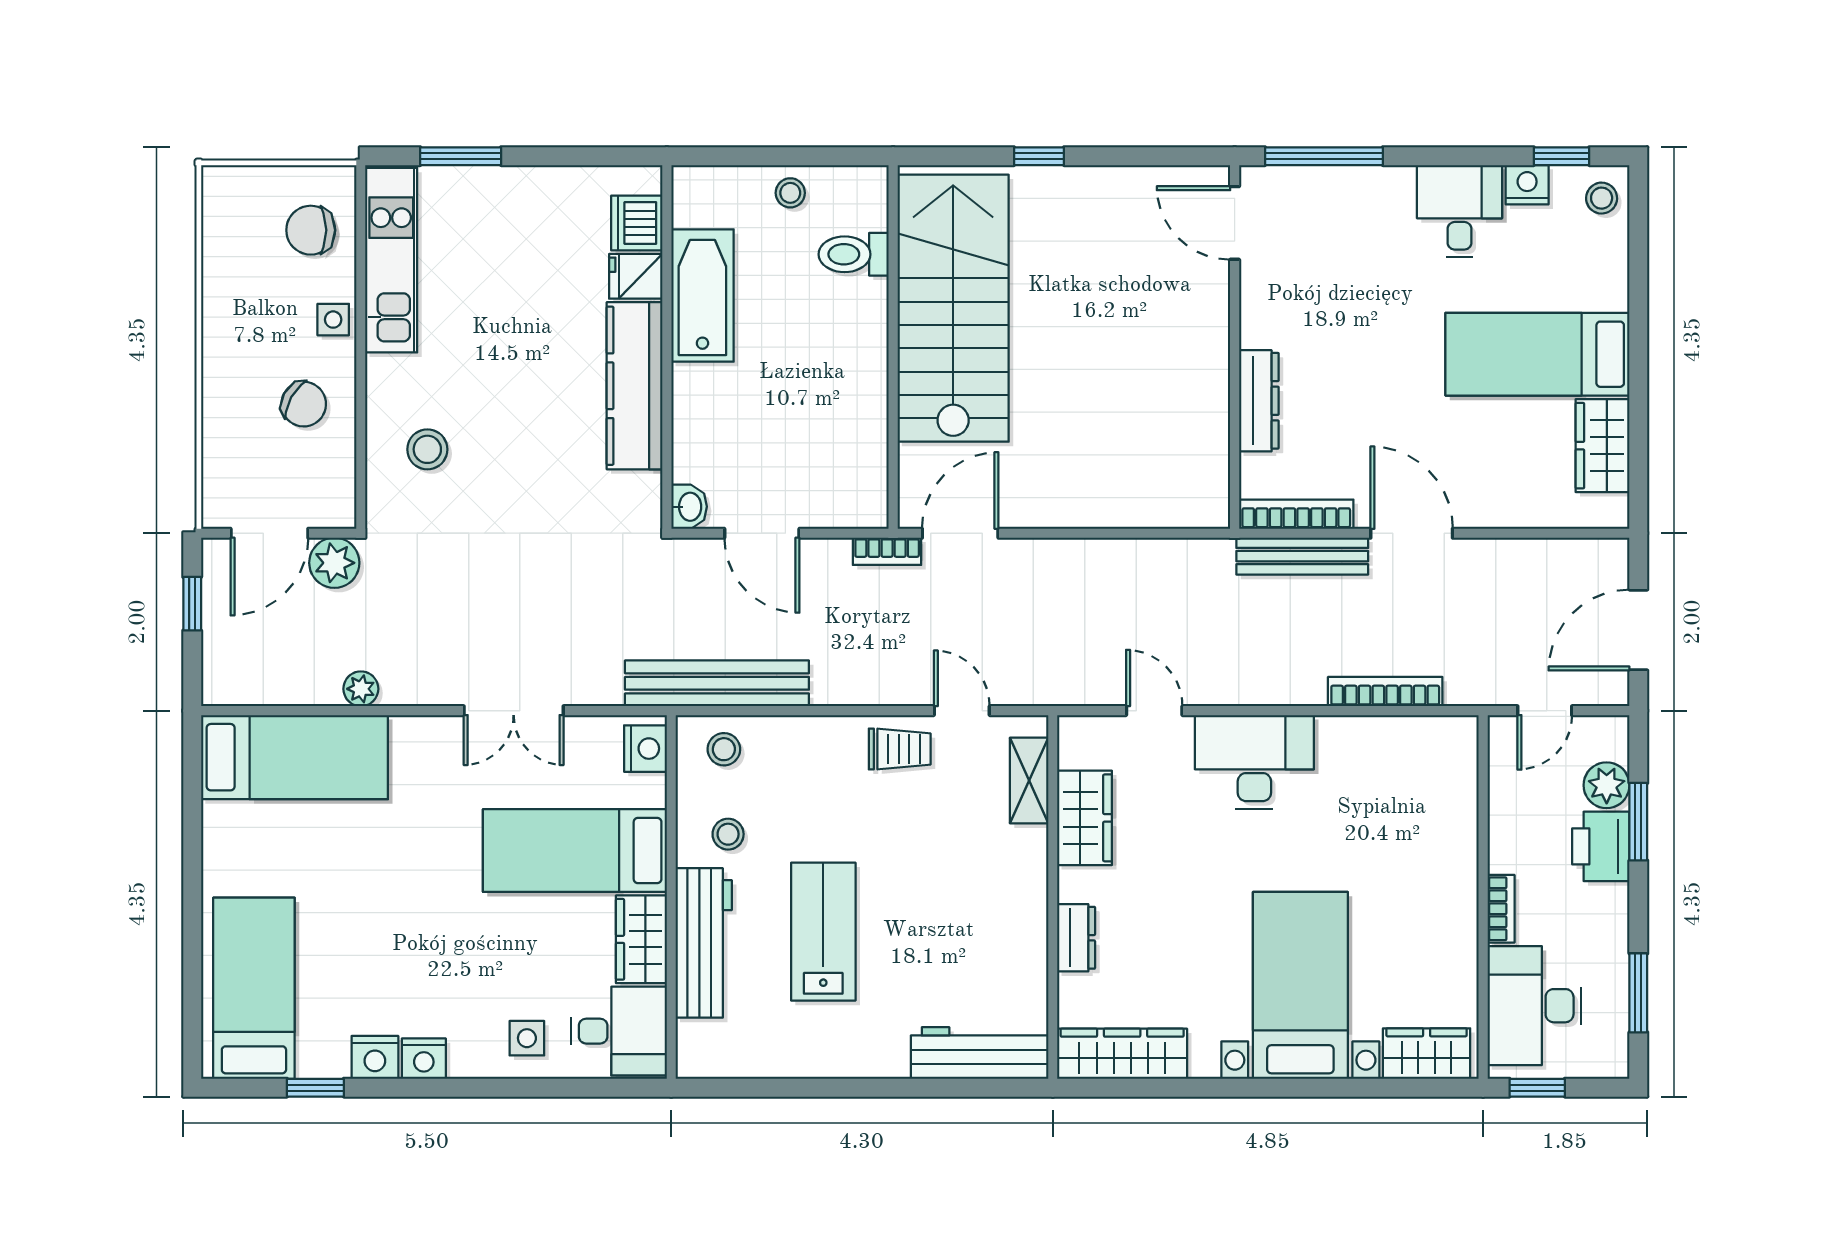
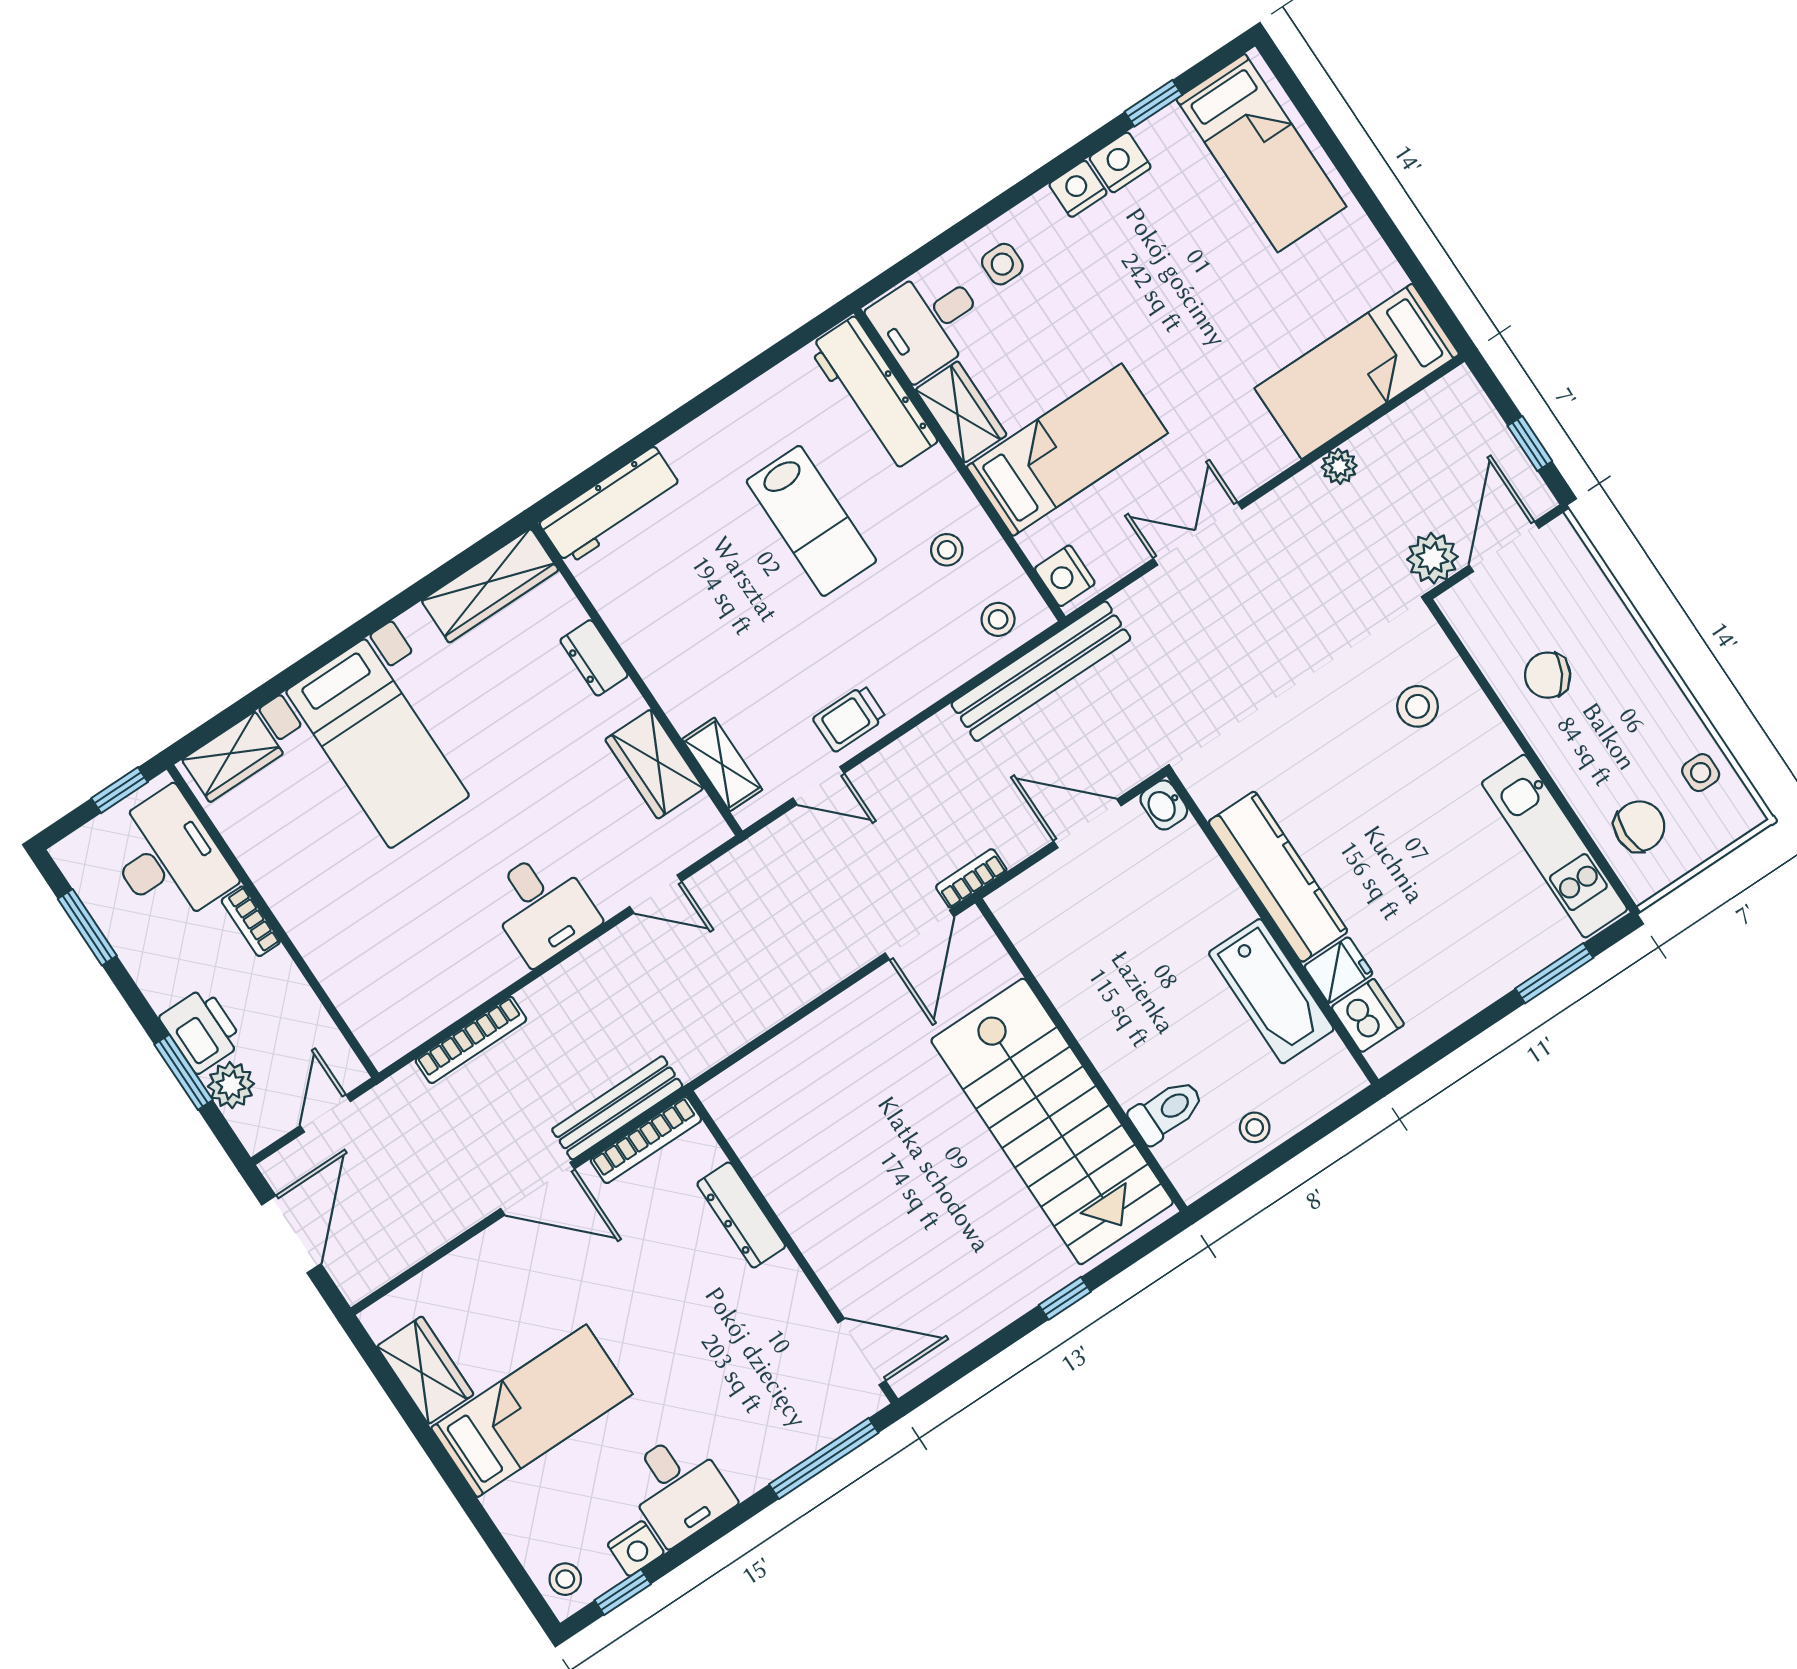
side table: (333, 320) -> (1701, 773), moved
desk: (1254, 762) -> (542, 907), width x0.73
workbench: (704, 943) -> (873, 394), moved

